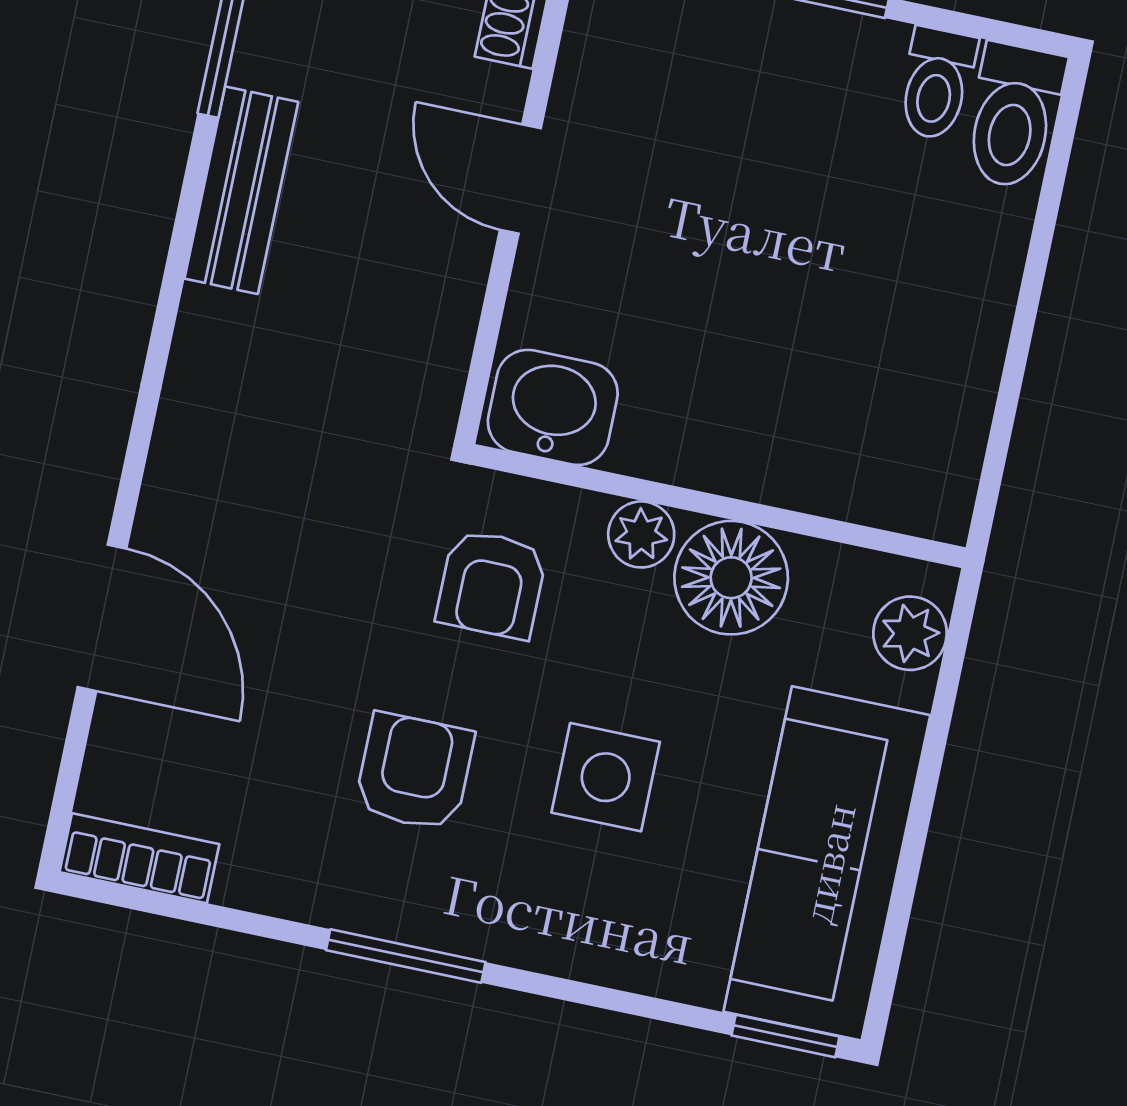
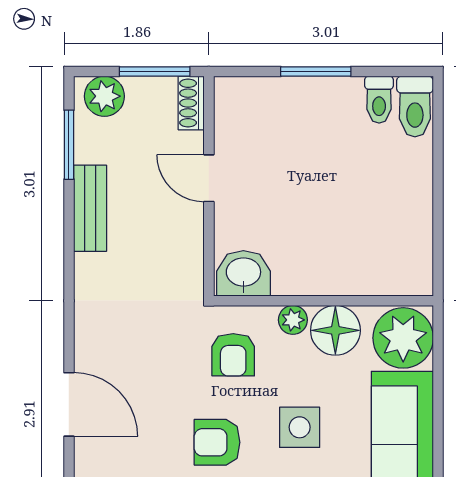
plant: (910, 633) -> (403, 338), width x1.87, depth x1.87
armchair: (414, 772) -> (217, 442), turned -90

